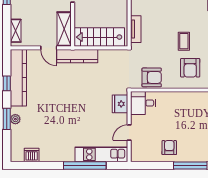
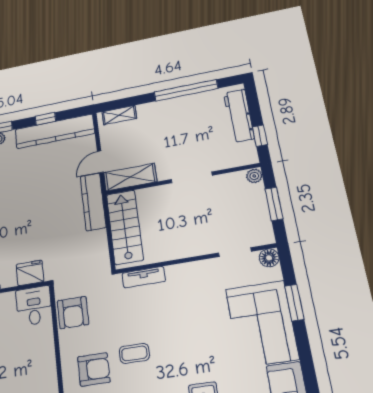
armchair: (190, 68) -> (94, 369), turned 180

